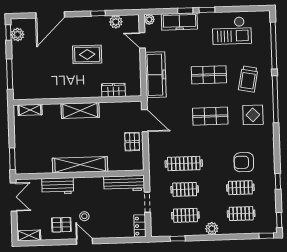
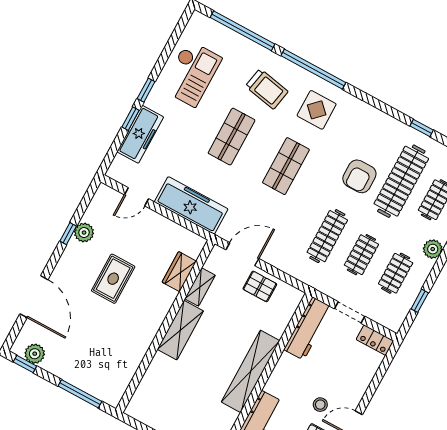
plant: (149, 19) -> (115, 172), removed
plant: (116, 22) -> (84, 233), moved
shelving: (30, 110) -> (200, 287), moved
armchair: (244, 162) -> (359, 176), moved
clothes rail: (240, 188) -> (401, 181), width x1.86, depth x1.31

